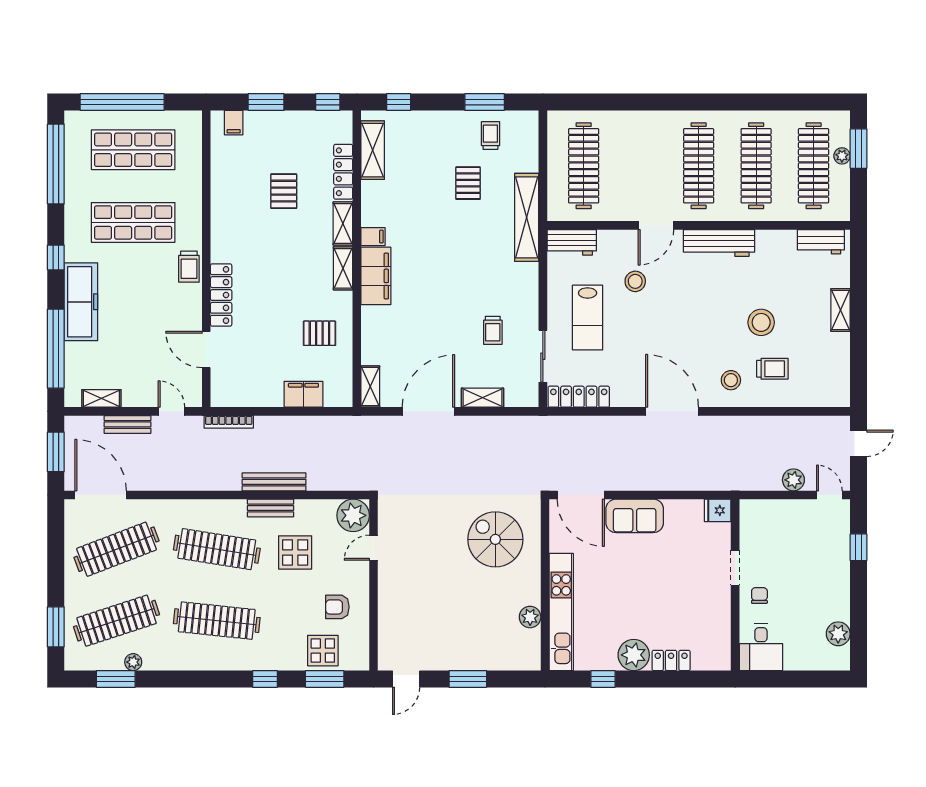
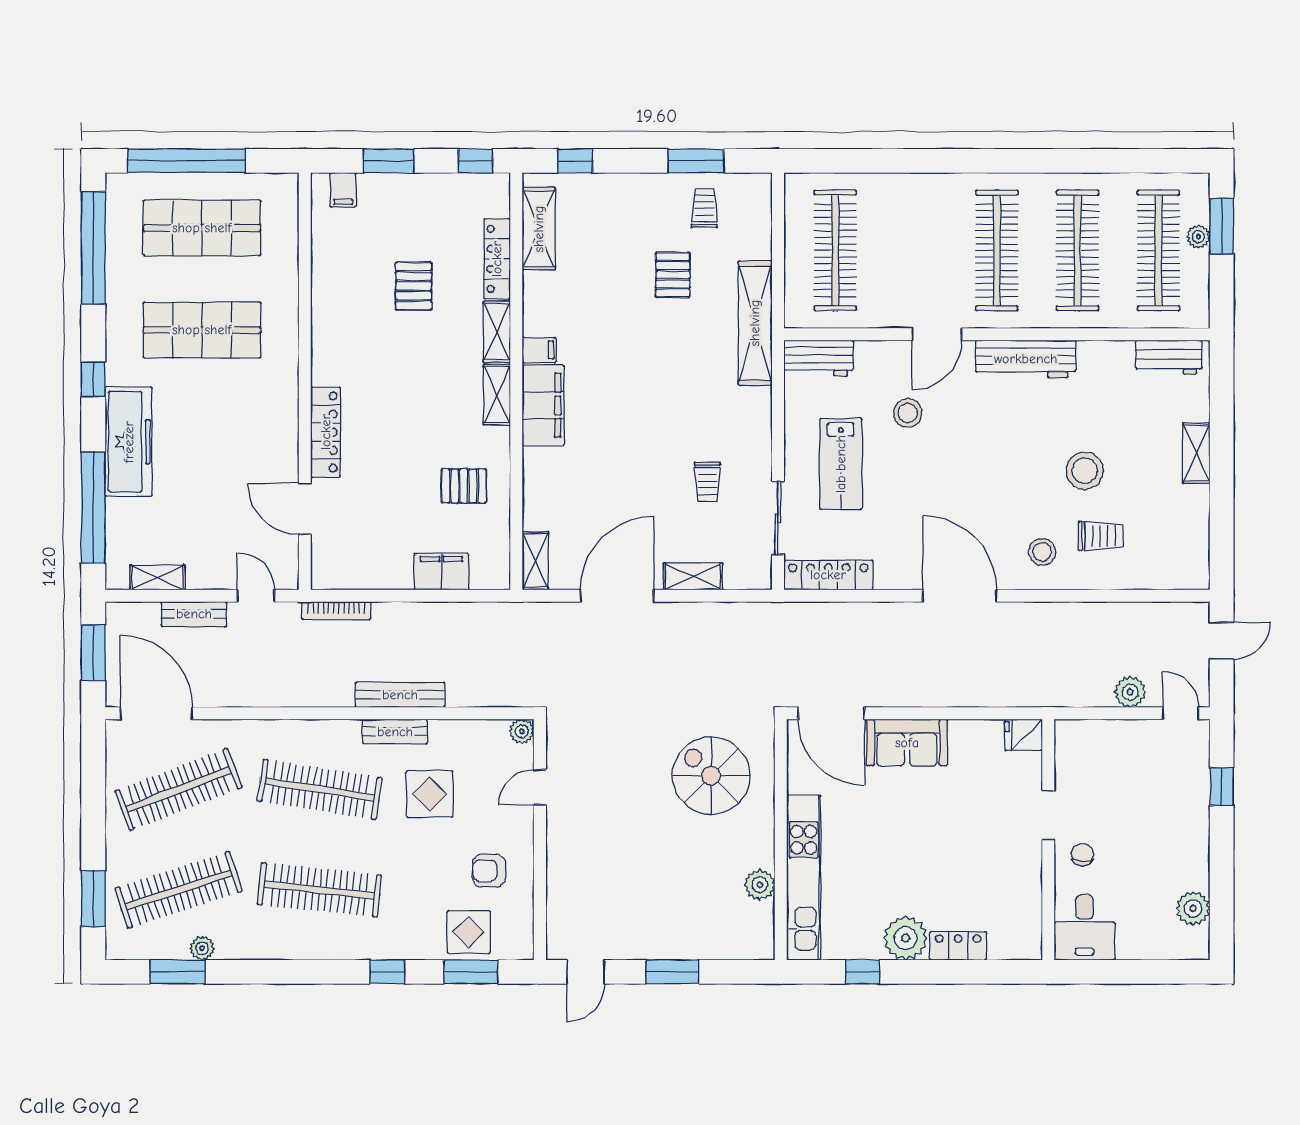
trolley: (189, 267) -> (280, 392), removed
plant: (353, 515) -> (522, 731), width x0.53, depth x0.53

